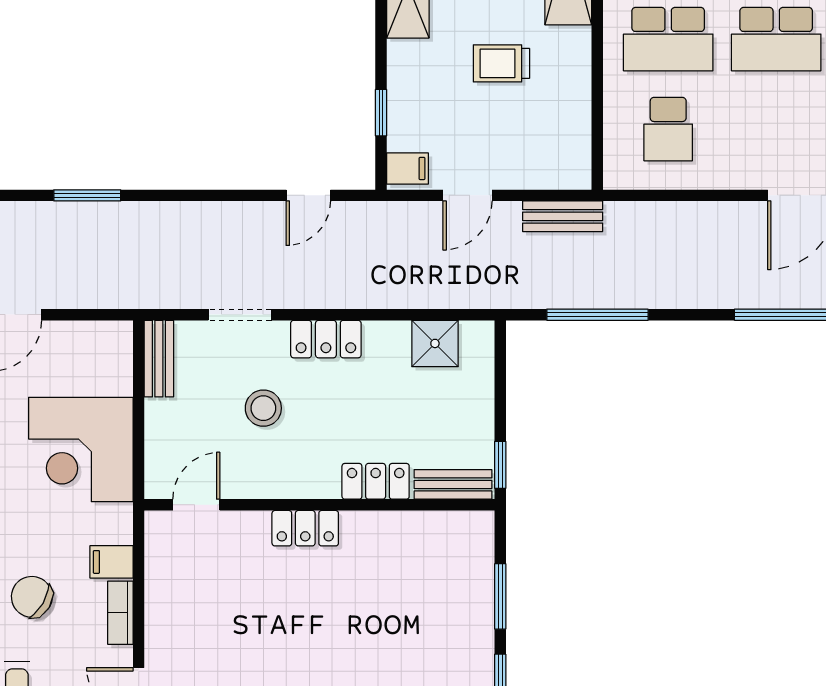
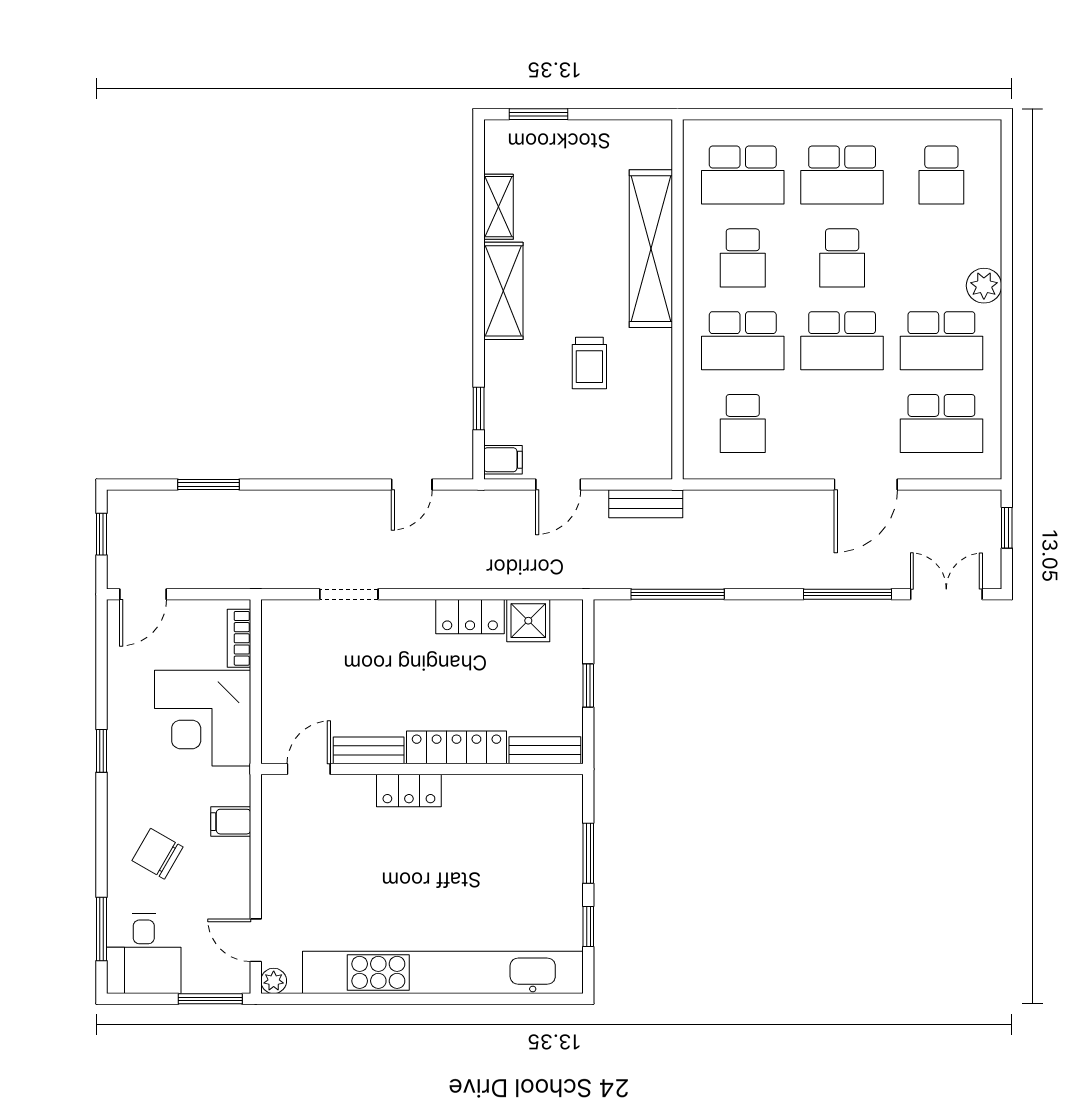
trolley: (501, 63) -> (589, 363), turned -90
locker: (326, 339) -> (470, 617), moved
bench: (159, 359) -> (369, 750), moved, turned 90
stool: (263, 408) -> (370, 680), removed
window: (500, 465) -> (588, 685), moved
locker: (376, 481) -> (456, 747), width x1.53
bookcase: (120, 613) -> (239, 638), moved

